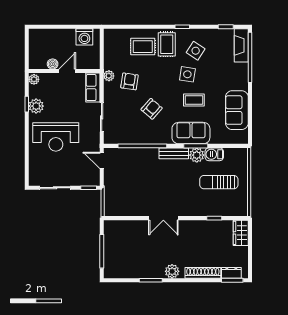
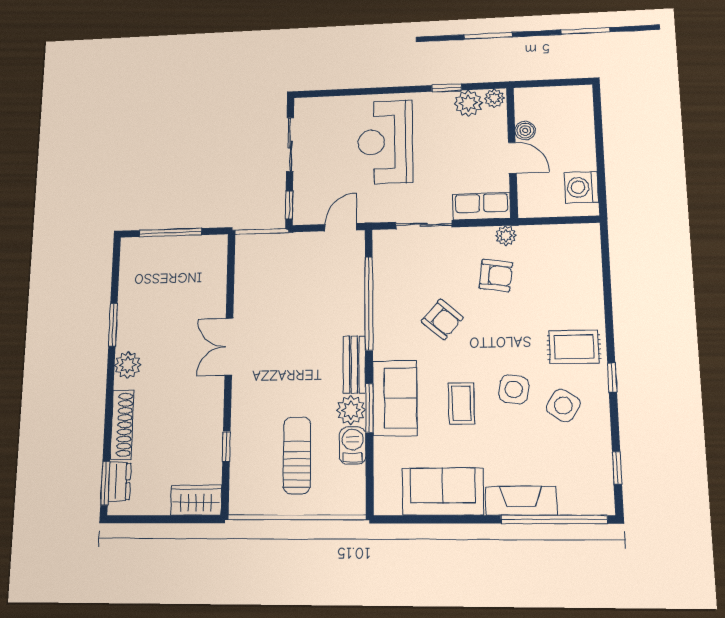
fireplace: (241, 45) -> (521, 501), moved
rug: (143, 47) -> (567, 299), removed
plant: (36, 106) -> (468, 103), moved

